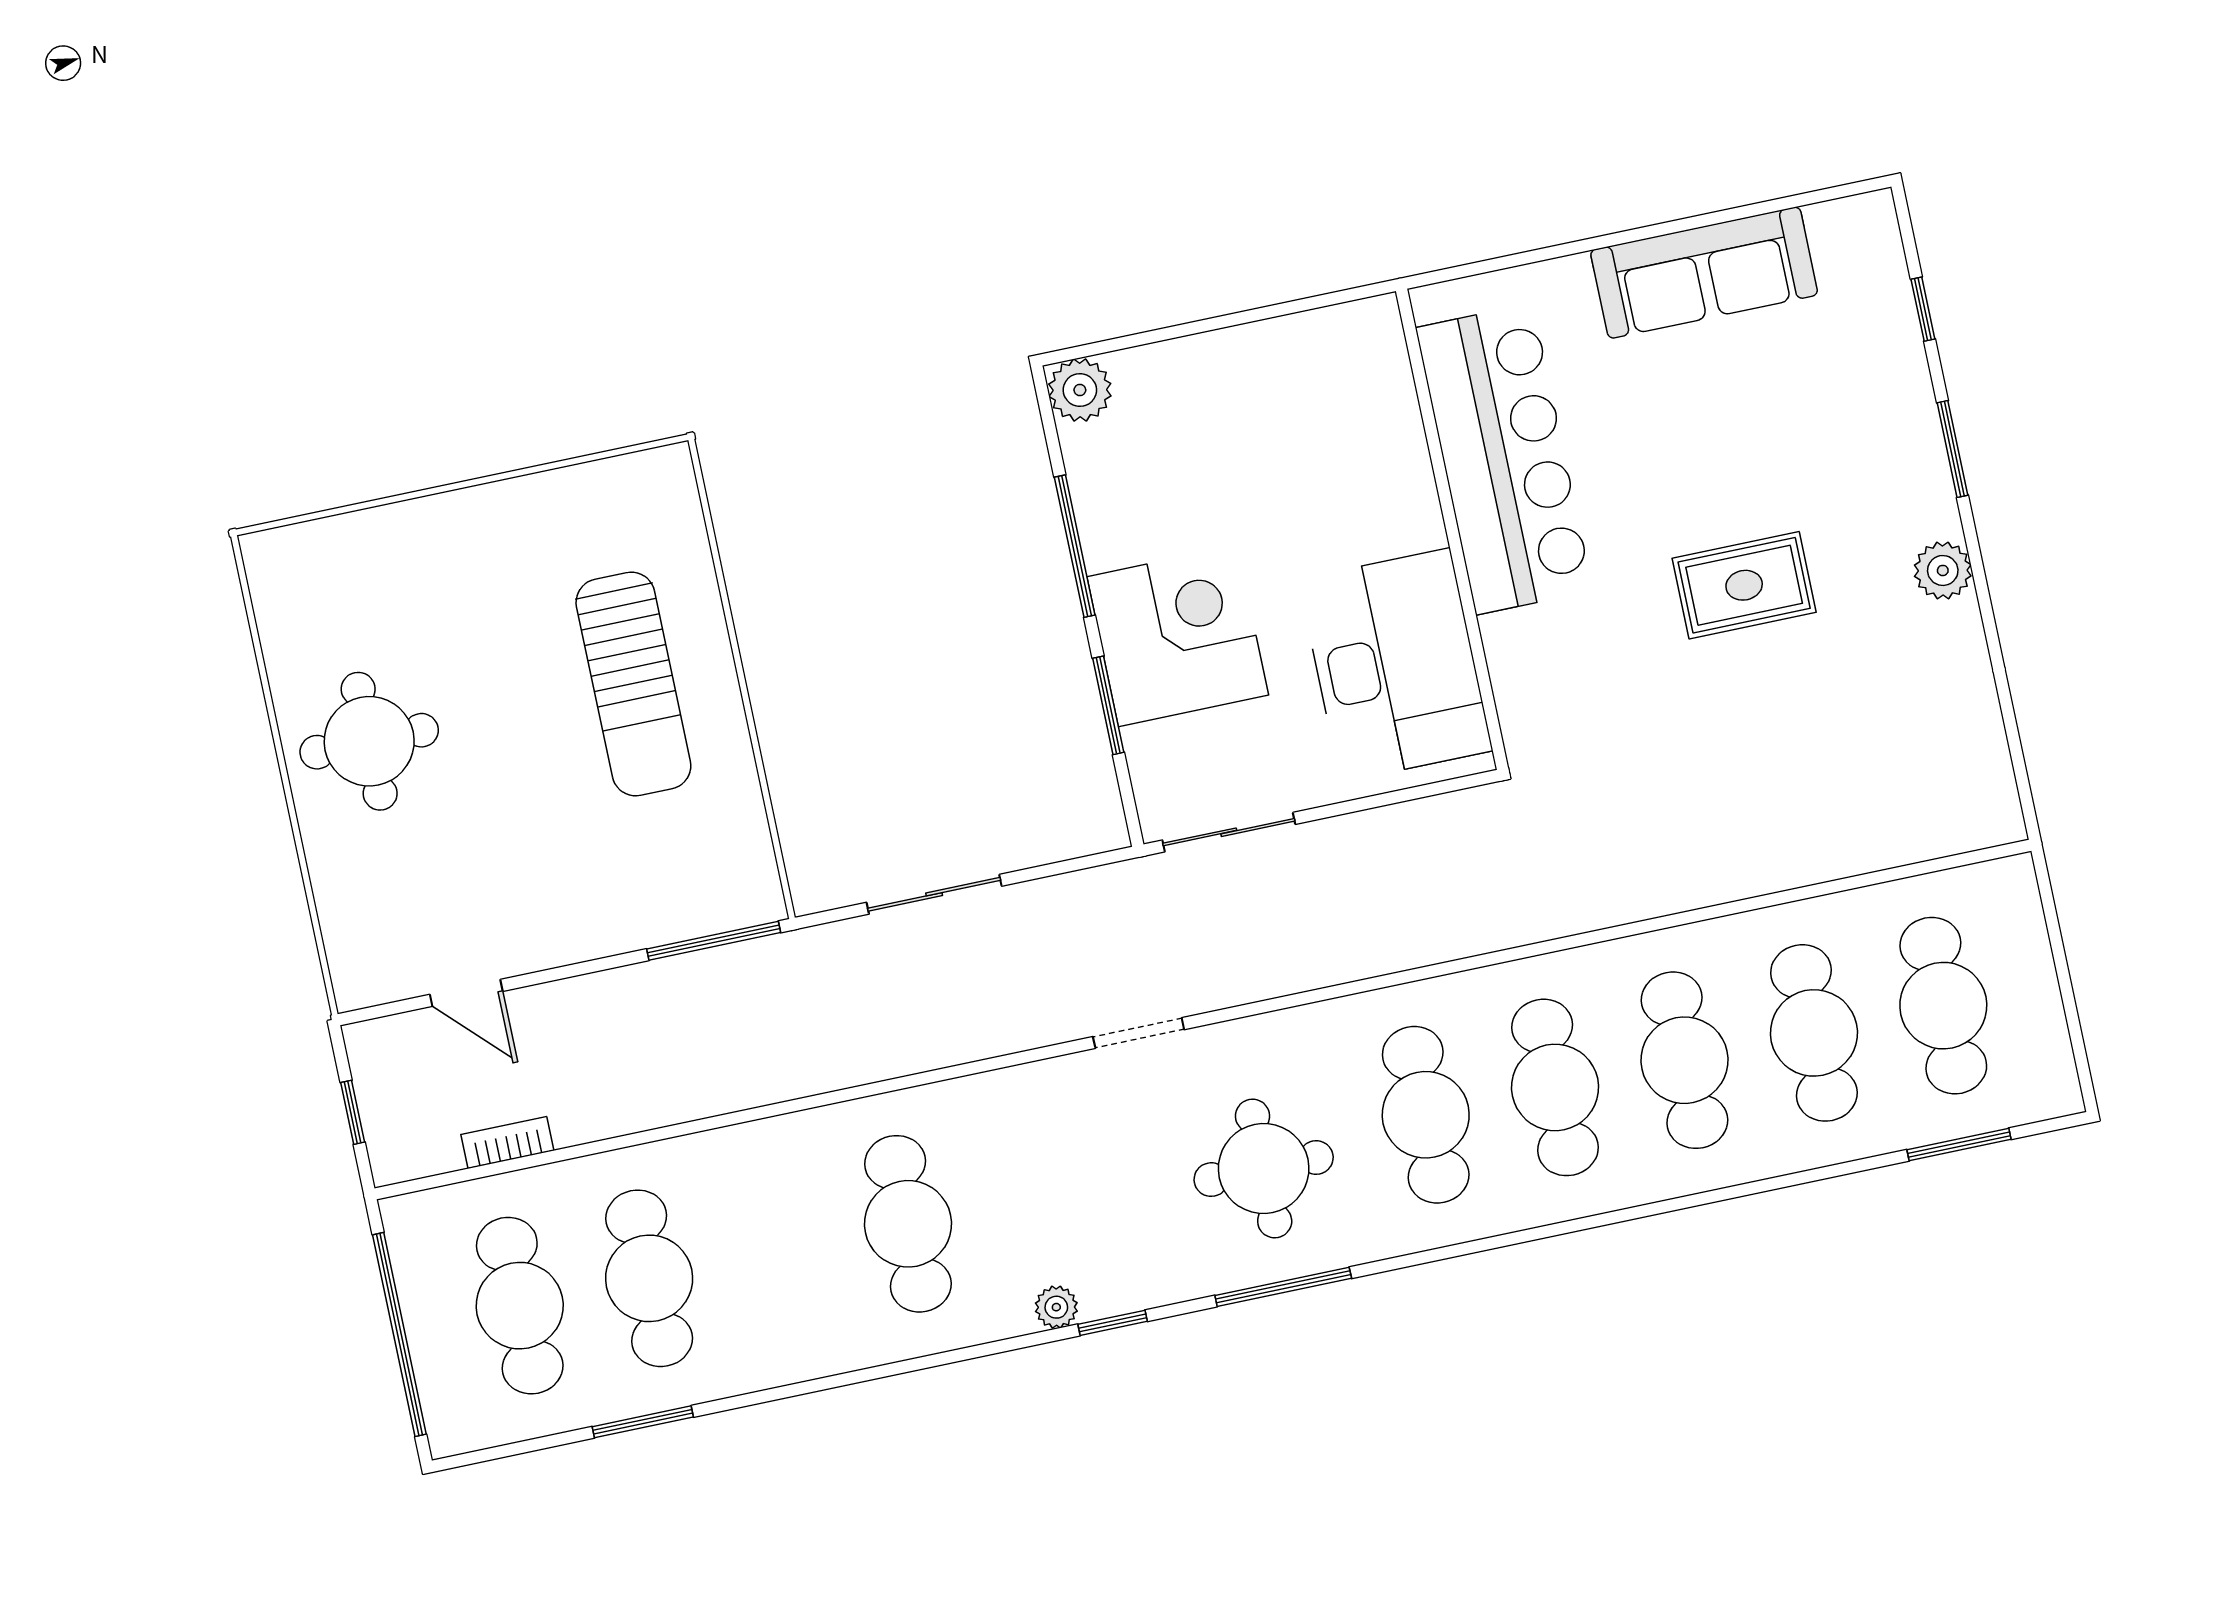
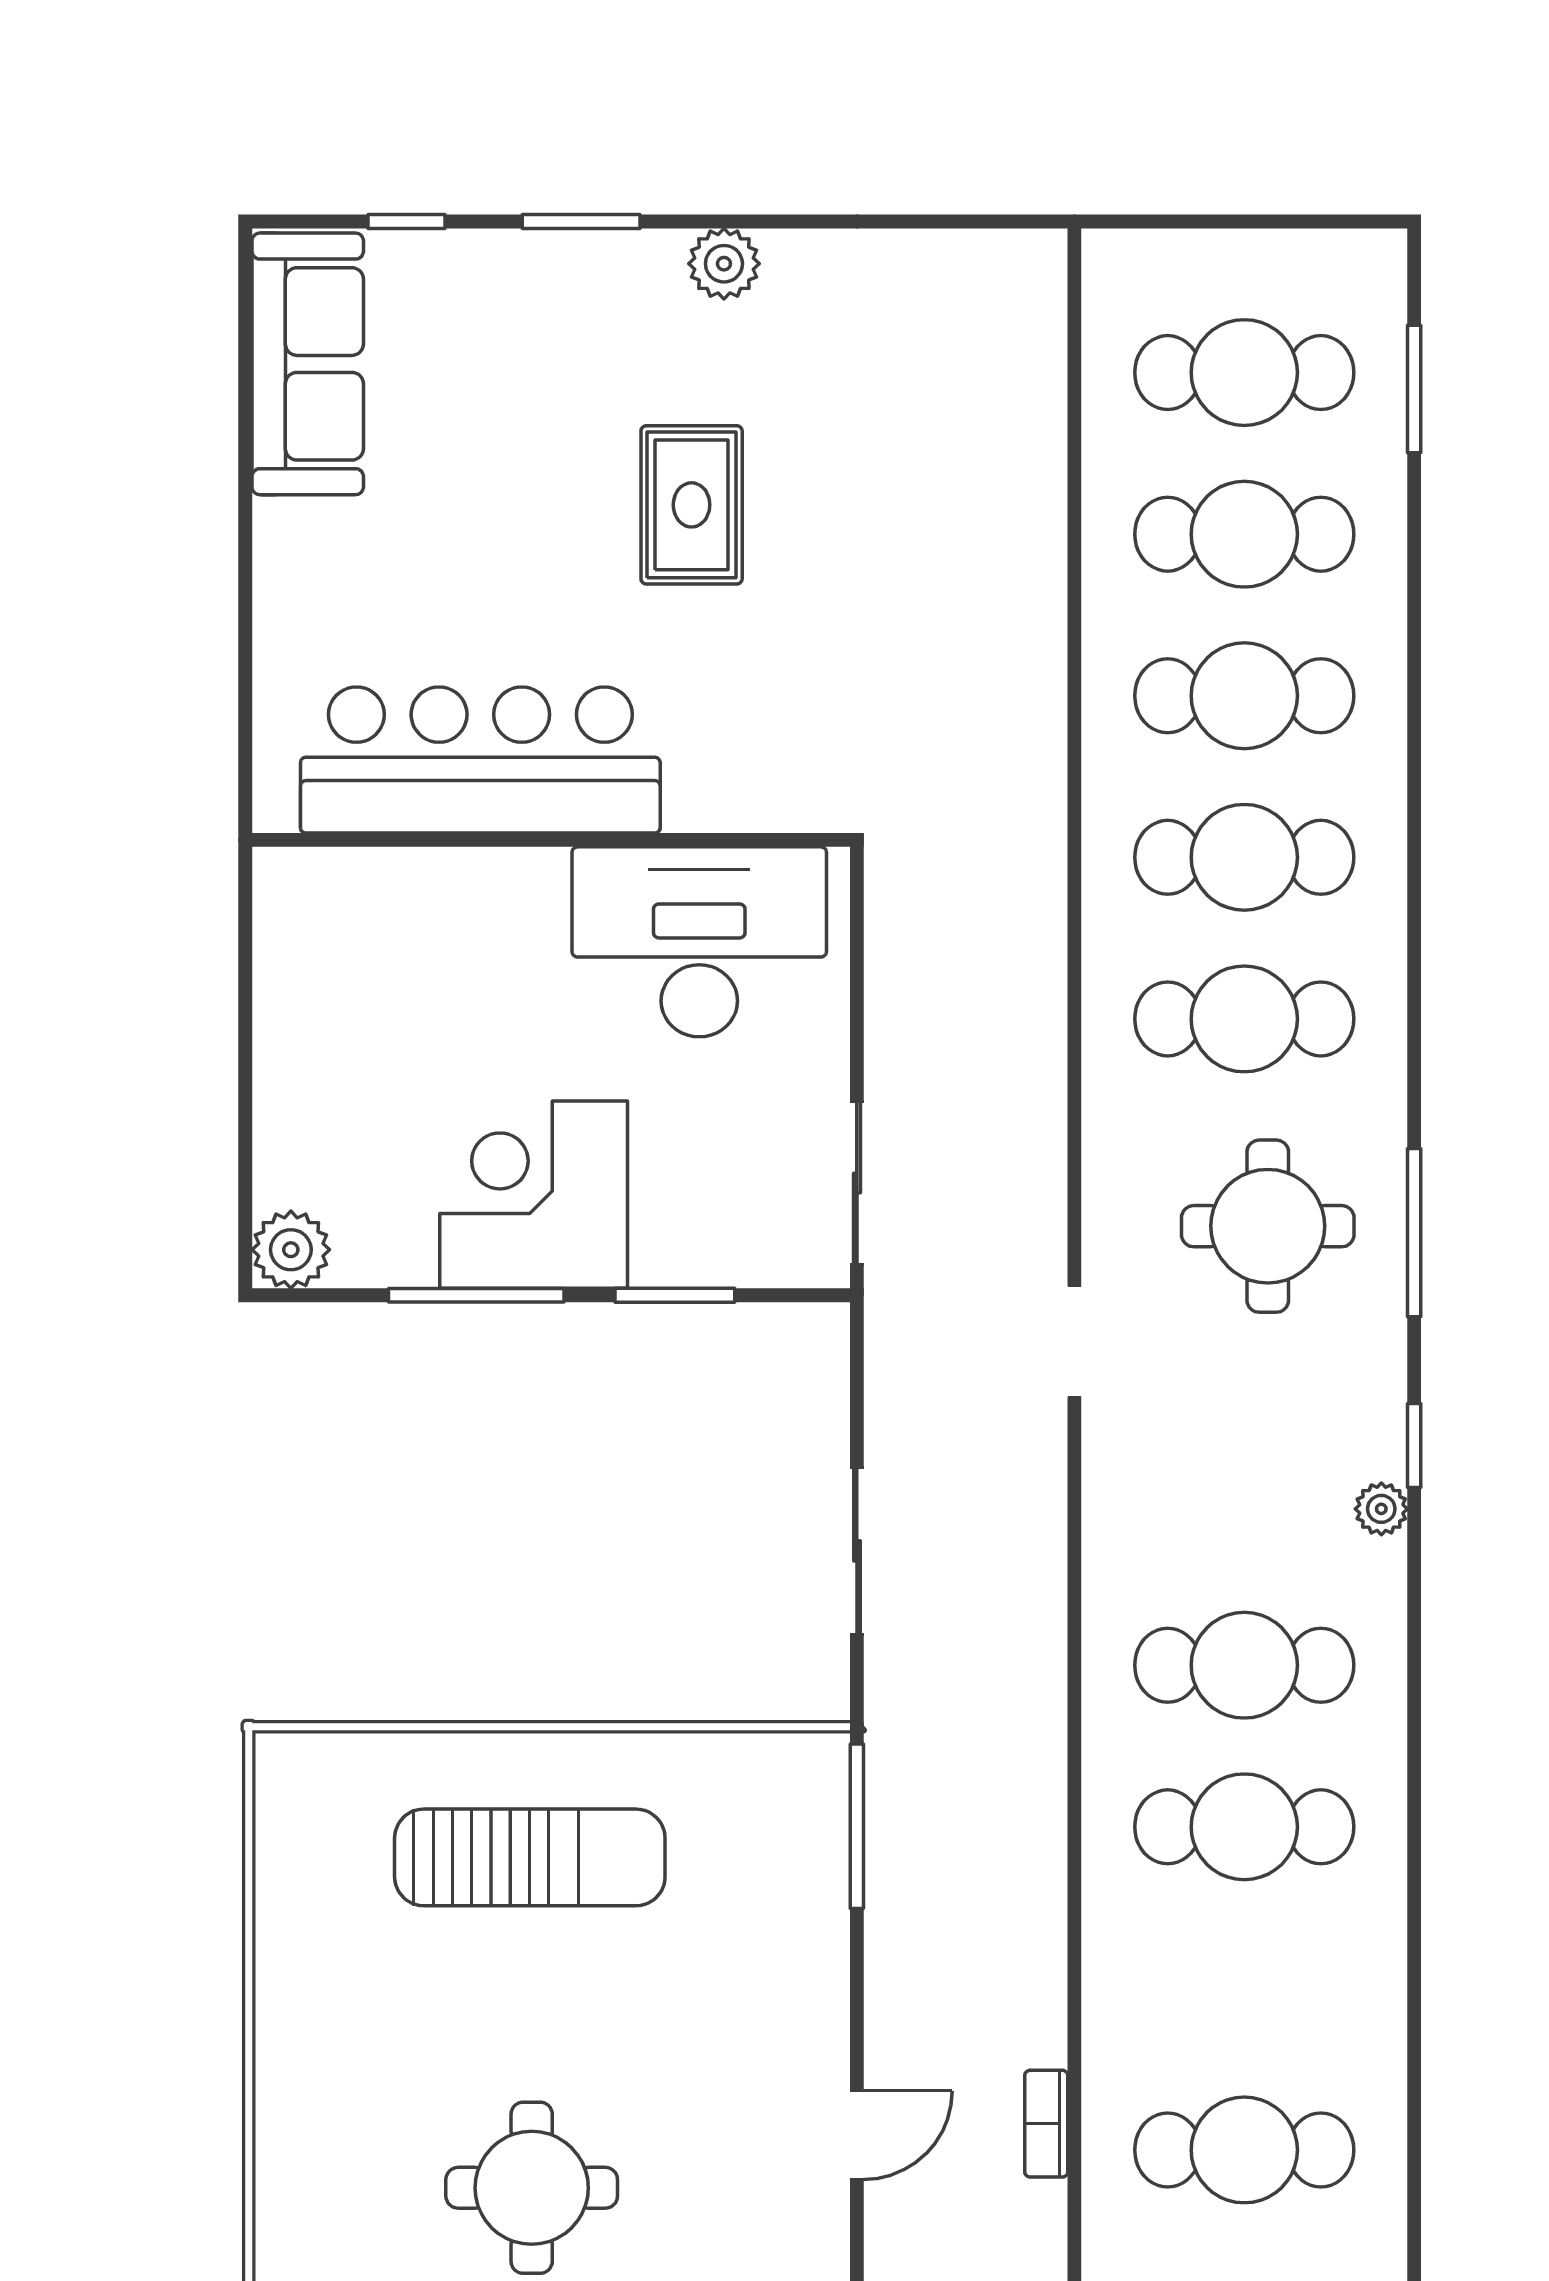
sofa: (1704, 273) -> (308, 364), moved
corner desk: (1178, 636) -> (534, 1195), moved
cafe table: (649, 1278) -> (1244, 1827), moved
window: (643, 1422) -> (1414, 2032), removed

